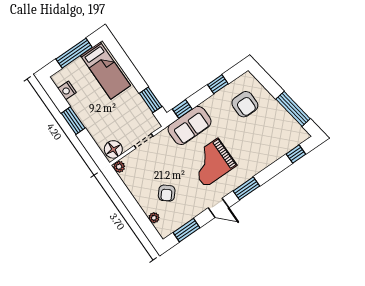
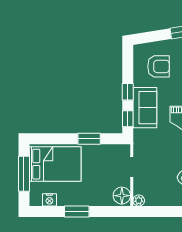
bed: (106, 71) -> (55, 164), width x1.50
window: (218, 84) -> (128, 92), moved
window: (151, 100) -> (89, 139), moved
sofa: (190, 125) -> (145, 108), moved

